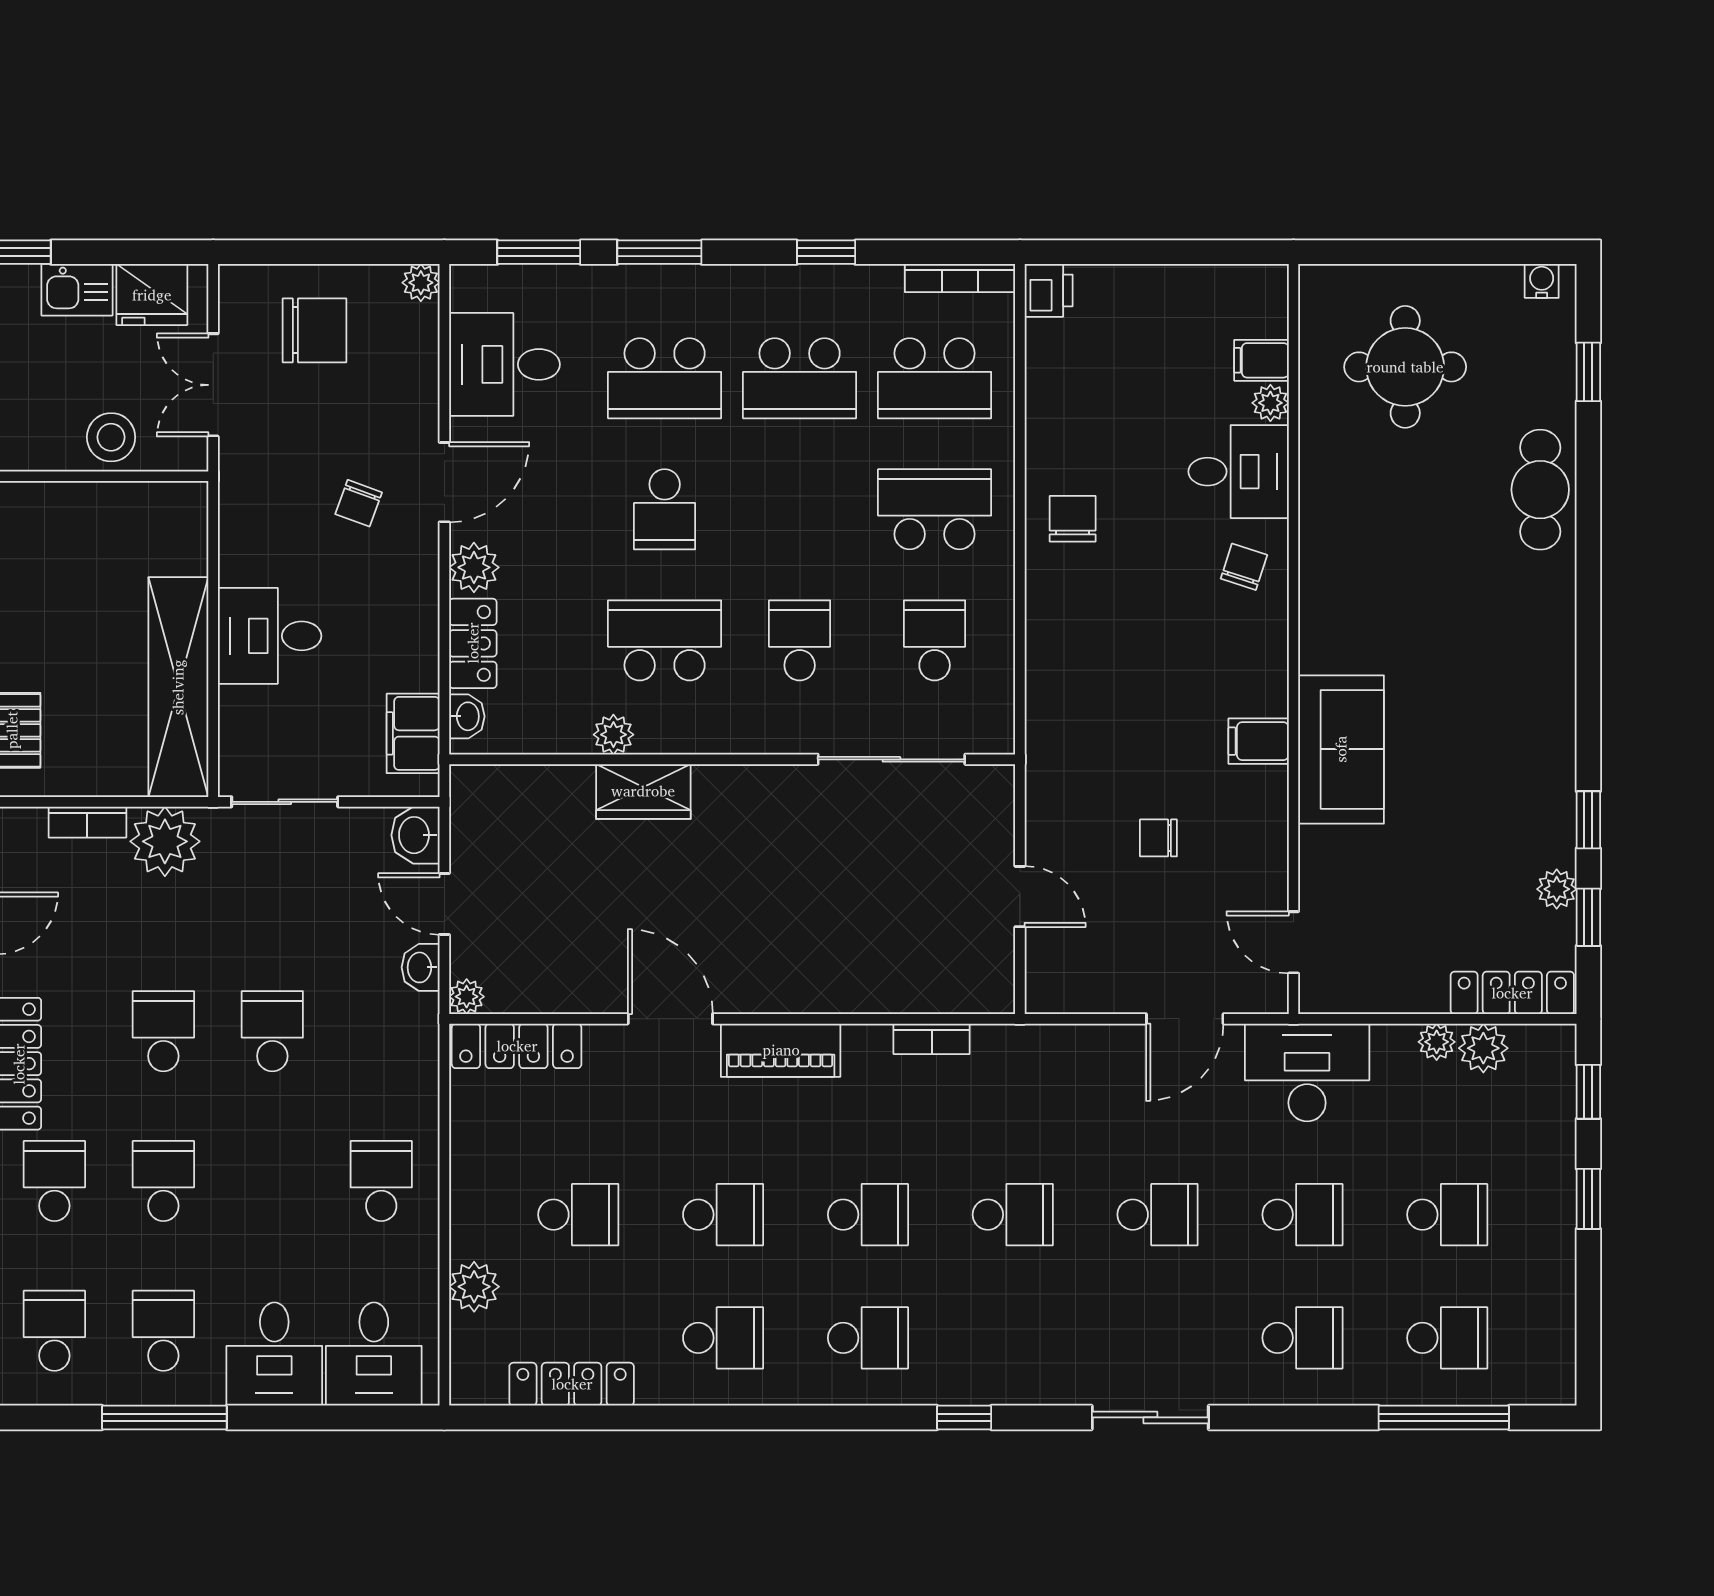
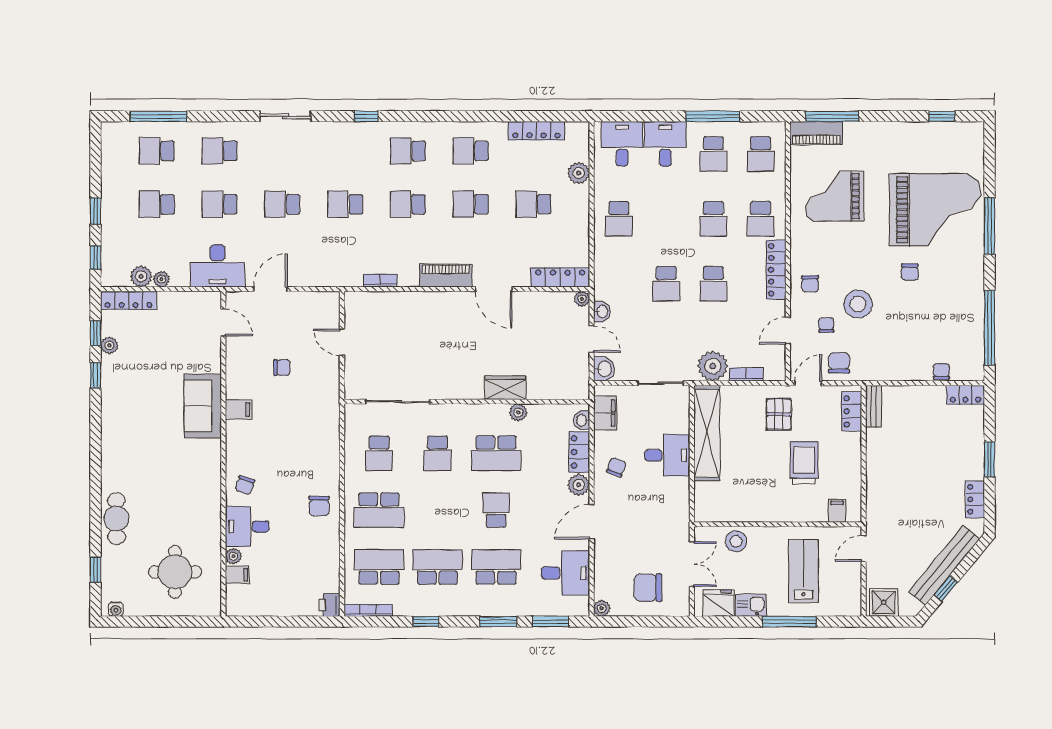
chair: (359, 503) -> (616, 467), moved

